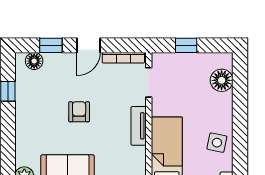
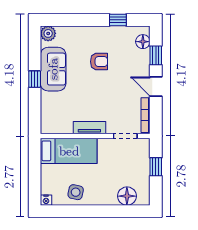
armchair: (79, 112) -> (99, 62), moved

